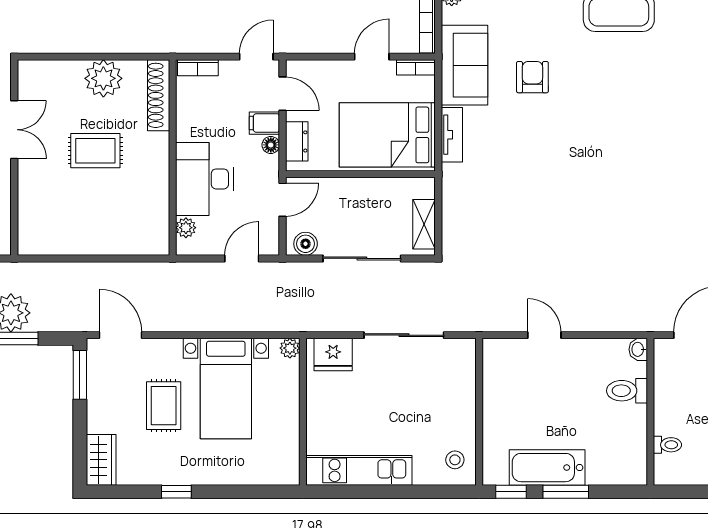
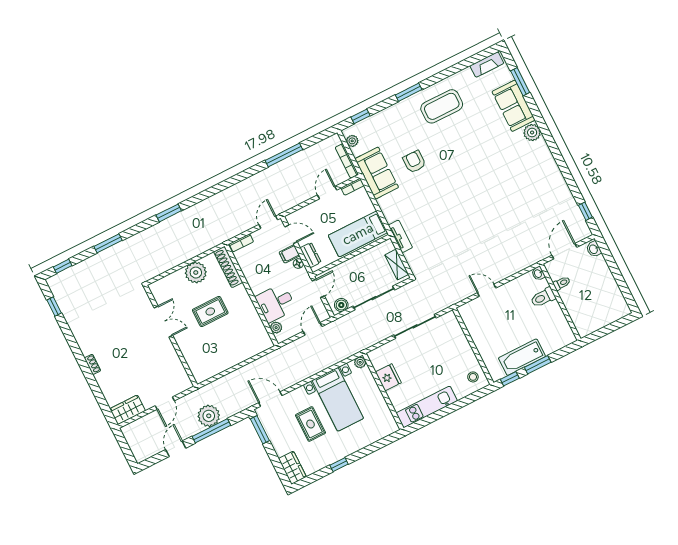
bed: (387, 135) -> (358, 234), width x0.67
tv unit: (452, 135) -> (400, 236), moved
desk: (204, 179) -> (276, 303), width x0.73
fridge: (333, 354) -> (388, 377), moved, turned -90
toilet: (667, 445) -> (562, 283), moved

